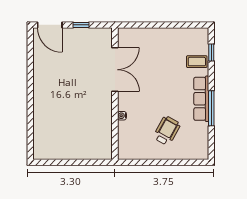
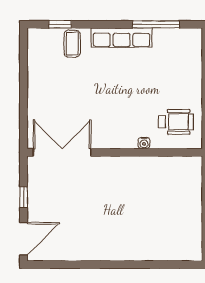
double door: (115, 70) -> (62, 152), moved
window: (211, 108) -> (156, 24), moved
wheelchair: (167, 131) -> (176, 122), moved, turned 151

